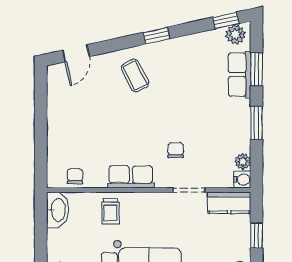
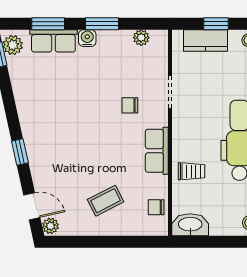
window: (156, 36) -> (20, 152), moved
plant: (57, 72) -> (50, 226), added
coffee table: (135, 76) -> (106, 201), moved
water cooler: (242, 180) -> (87, 38), moved
kitchen counter: (229, 203) -> (206, 40), moved, turned 90

